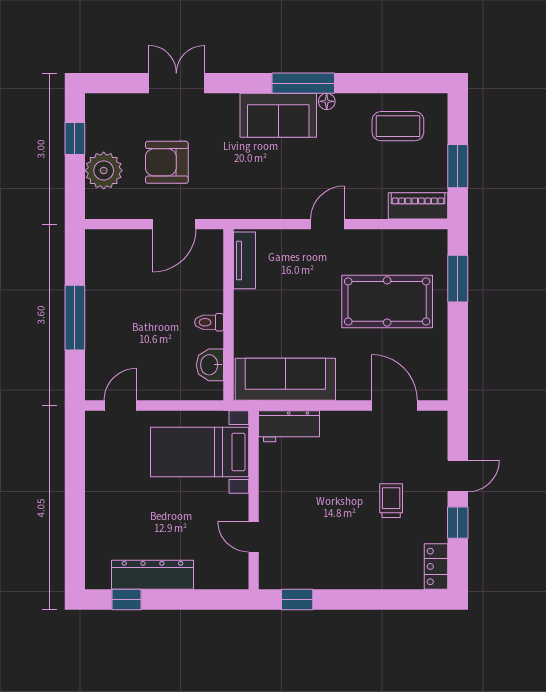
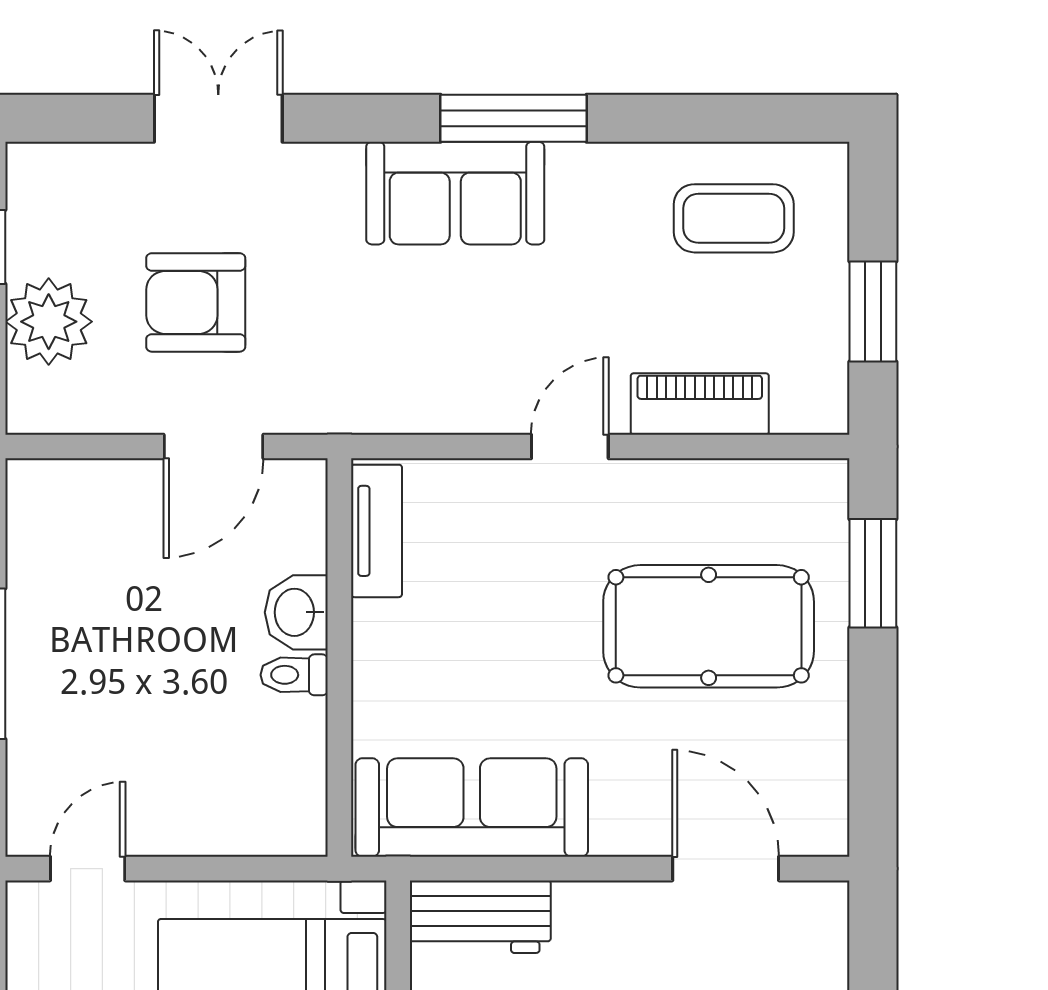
floor lamp: (327, 101) -> (568, 161), removed
piano: (418, 206) -> (700, 404), moved
washbasin: (210, 365) -> (296, 612), moved

